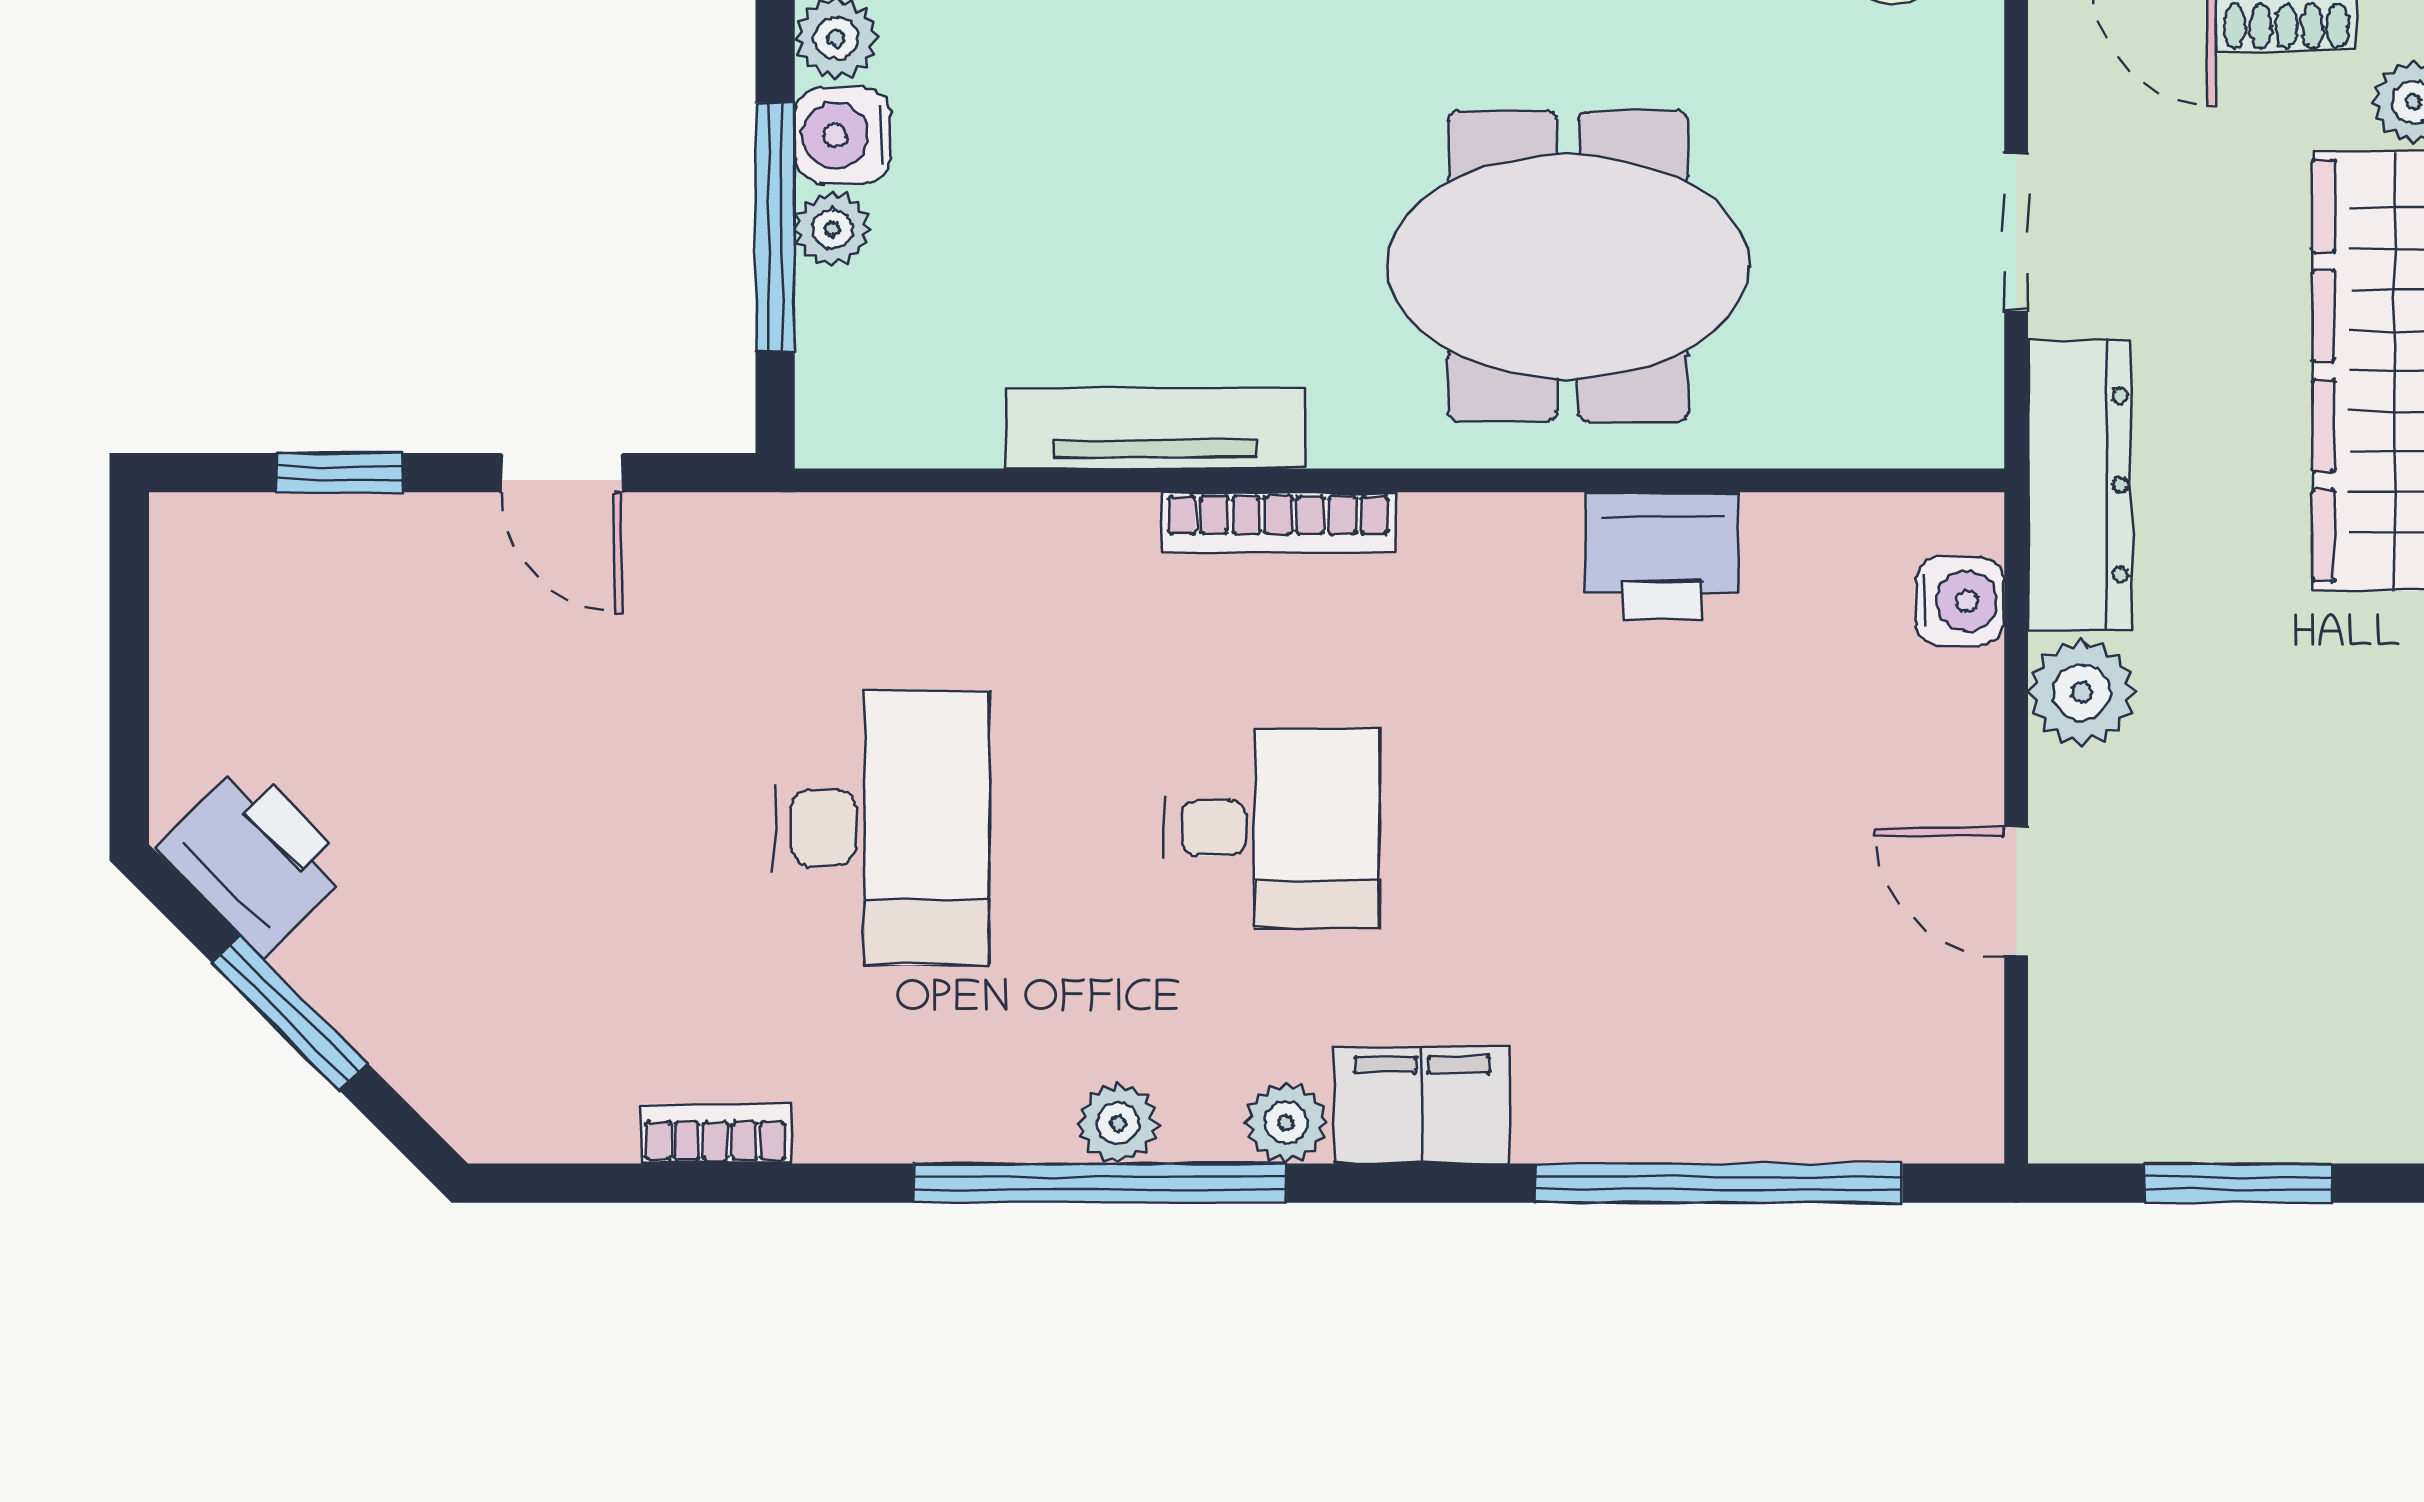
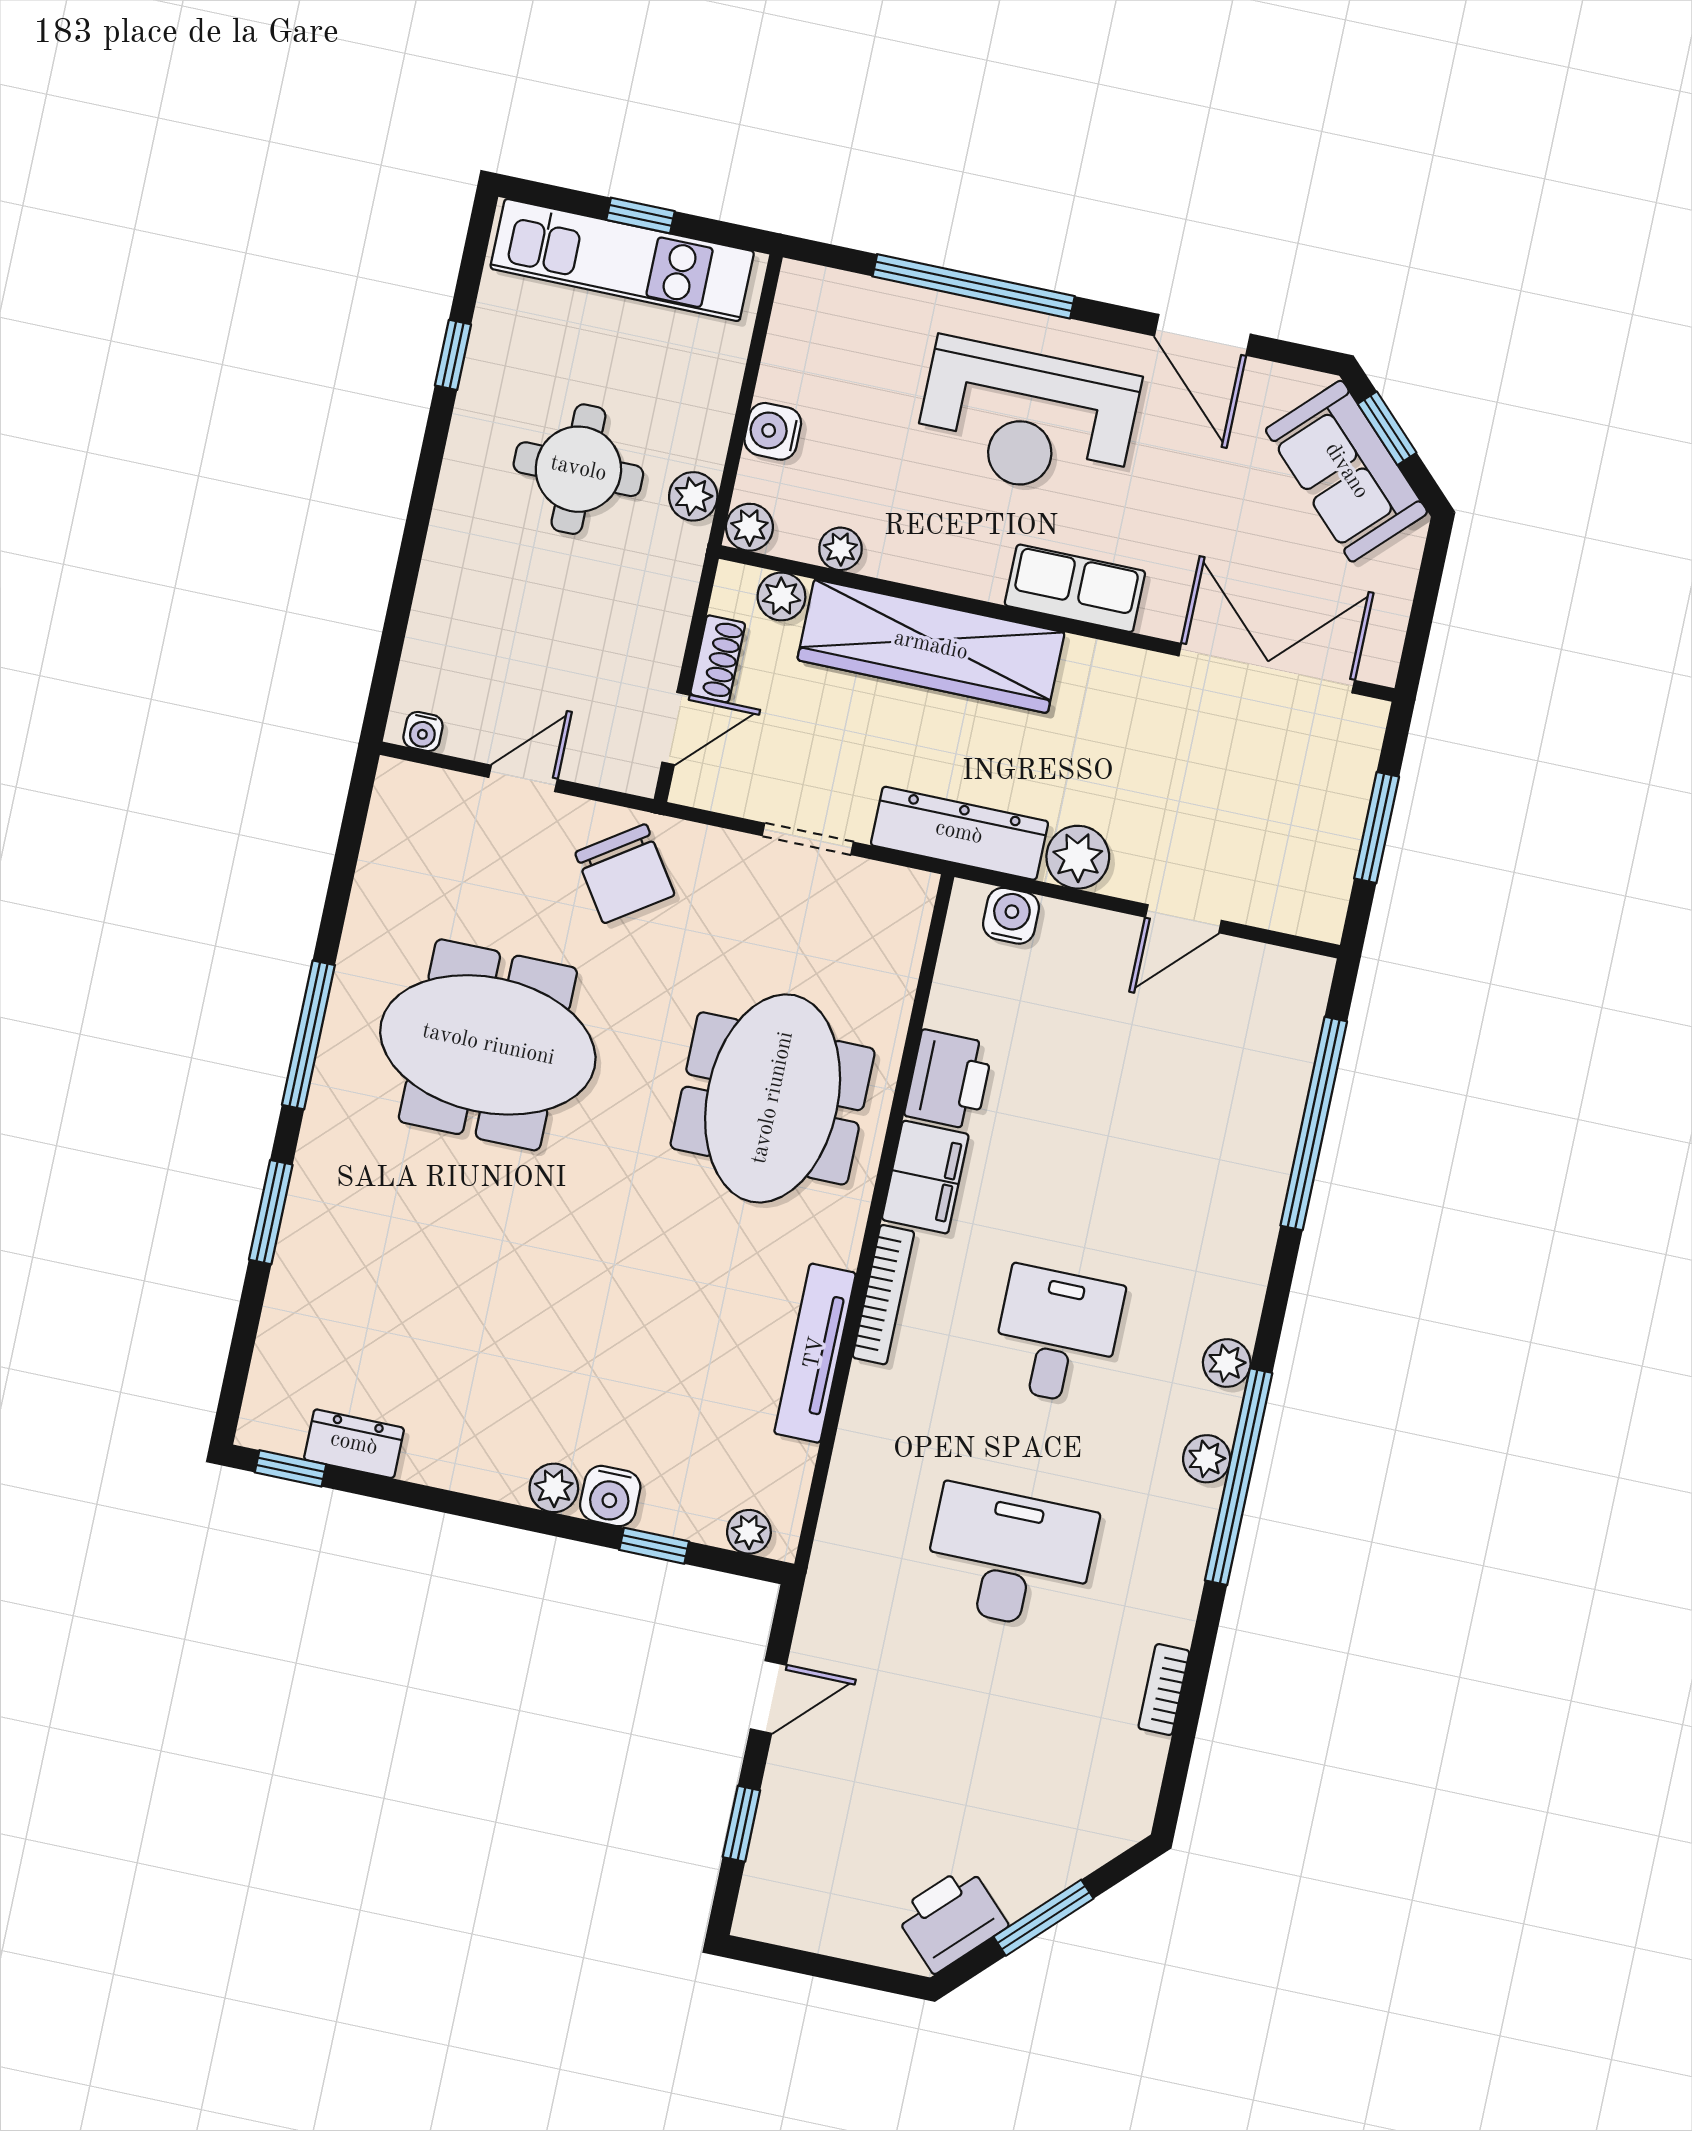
window: (775, 227) -> (654, 1546), width x0.46
plant: (832, 229) -> (749, 1532), moved
filing cabinet: (1422, 1105) -> (925, 1177), moved, turned 180

